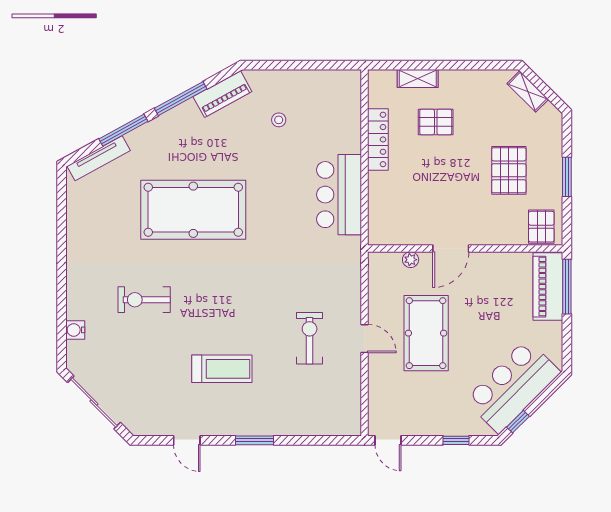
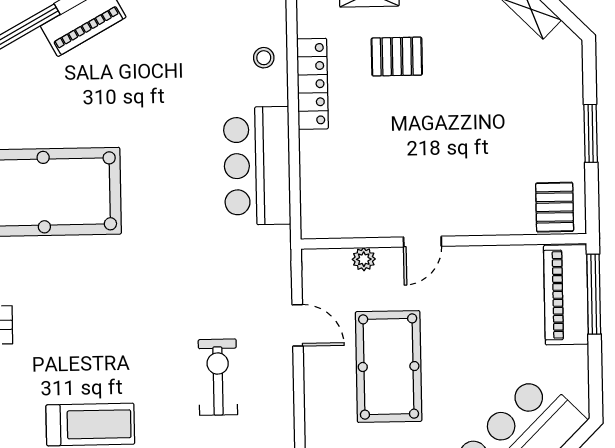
stool: (279, 120) -> (264, 58), moved
pallet: (509, 170) -> (505, 125), removed
door: (451, 249) -> (422, 242), width x0.73
door: (365, 339) -> (298, 325), moved

